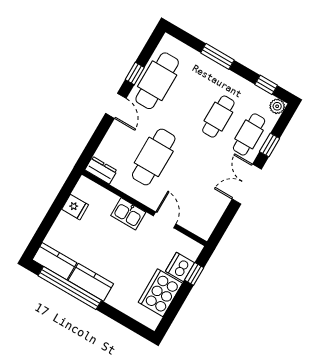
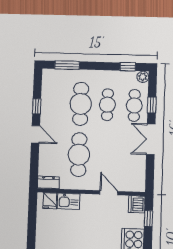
window: (217, 56) -> (67, 65), moved
cafe table: (157, 81) -> (81, 104), moved
fridge: (75, 207) -> (50, 201), moved, turned 90
kitchen sink: (128, 214) -> (69, 201), moved
dishwasher: (180, 267) -> (137, 204), moved

